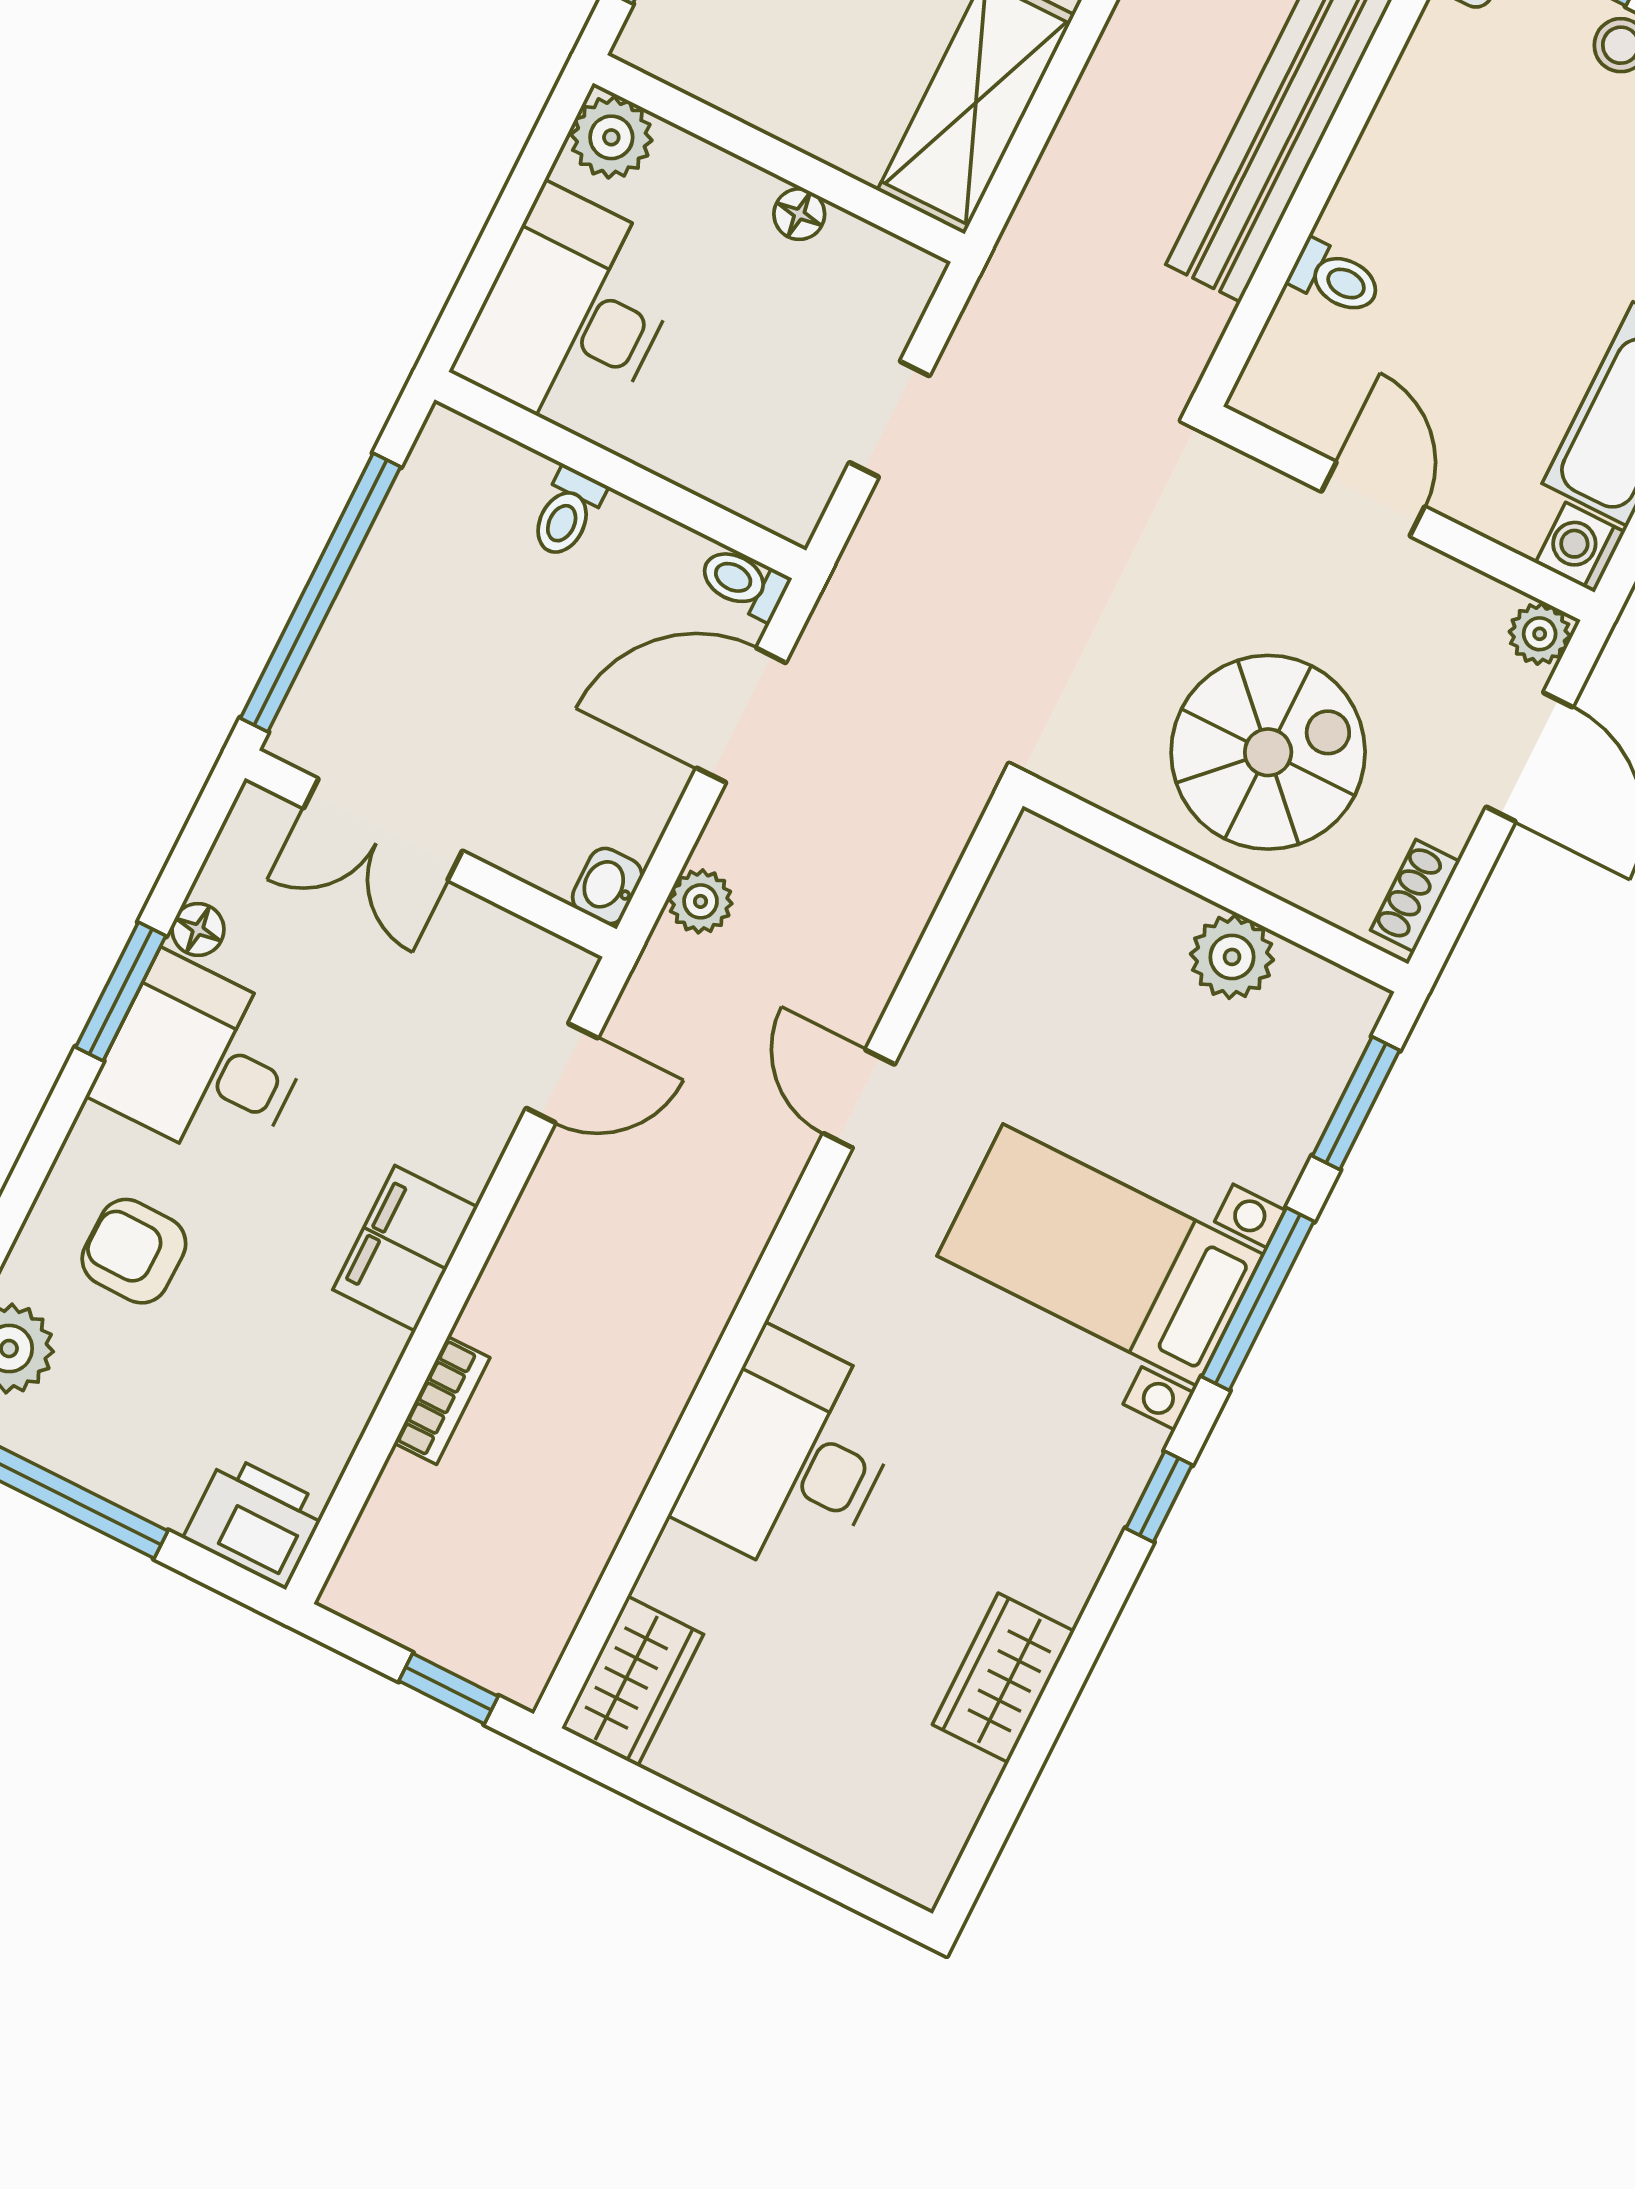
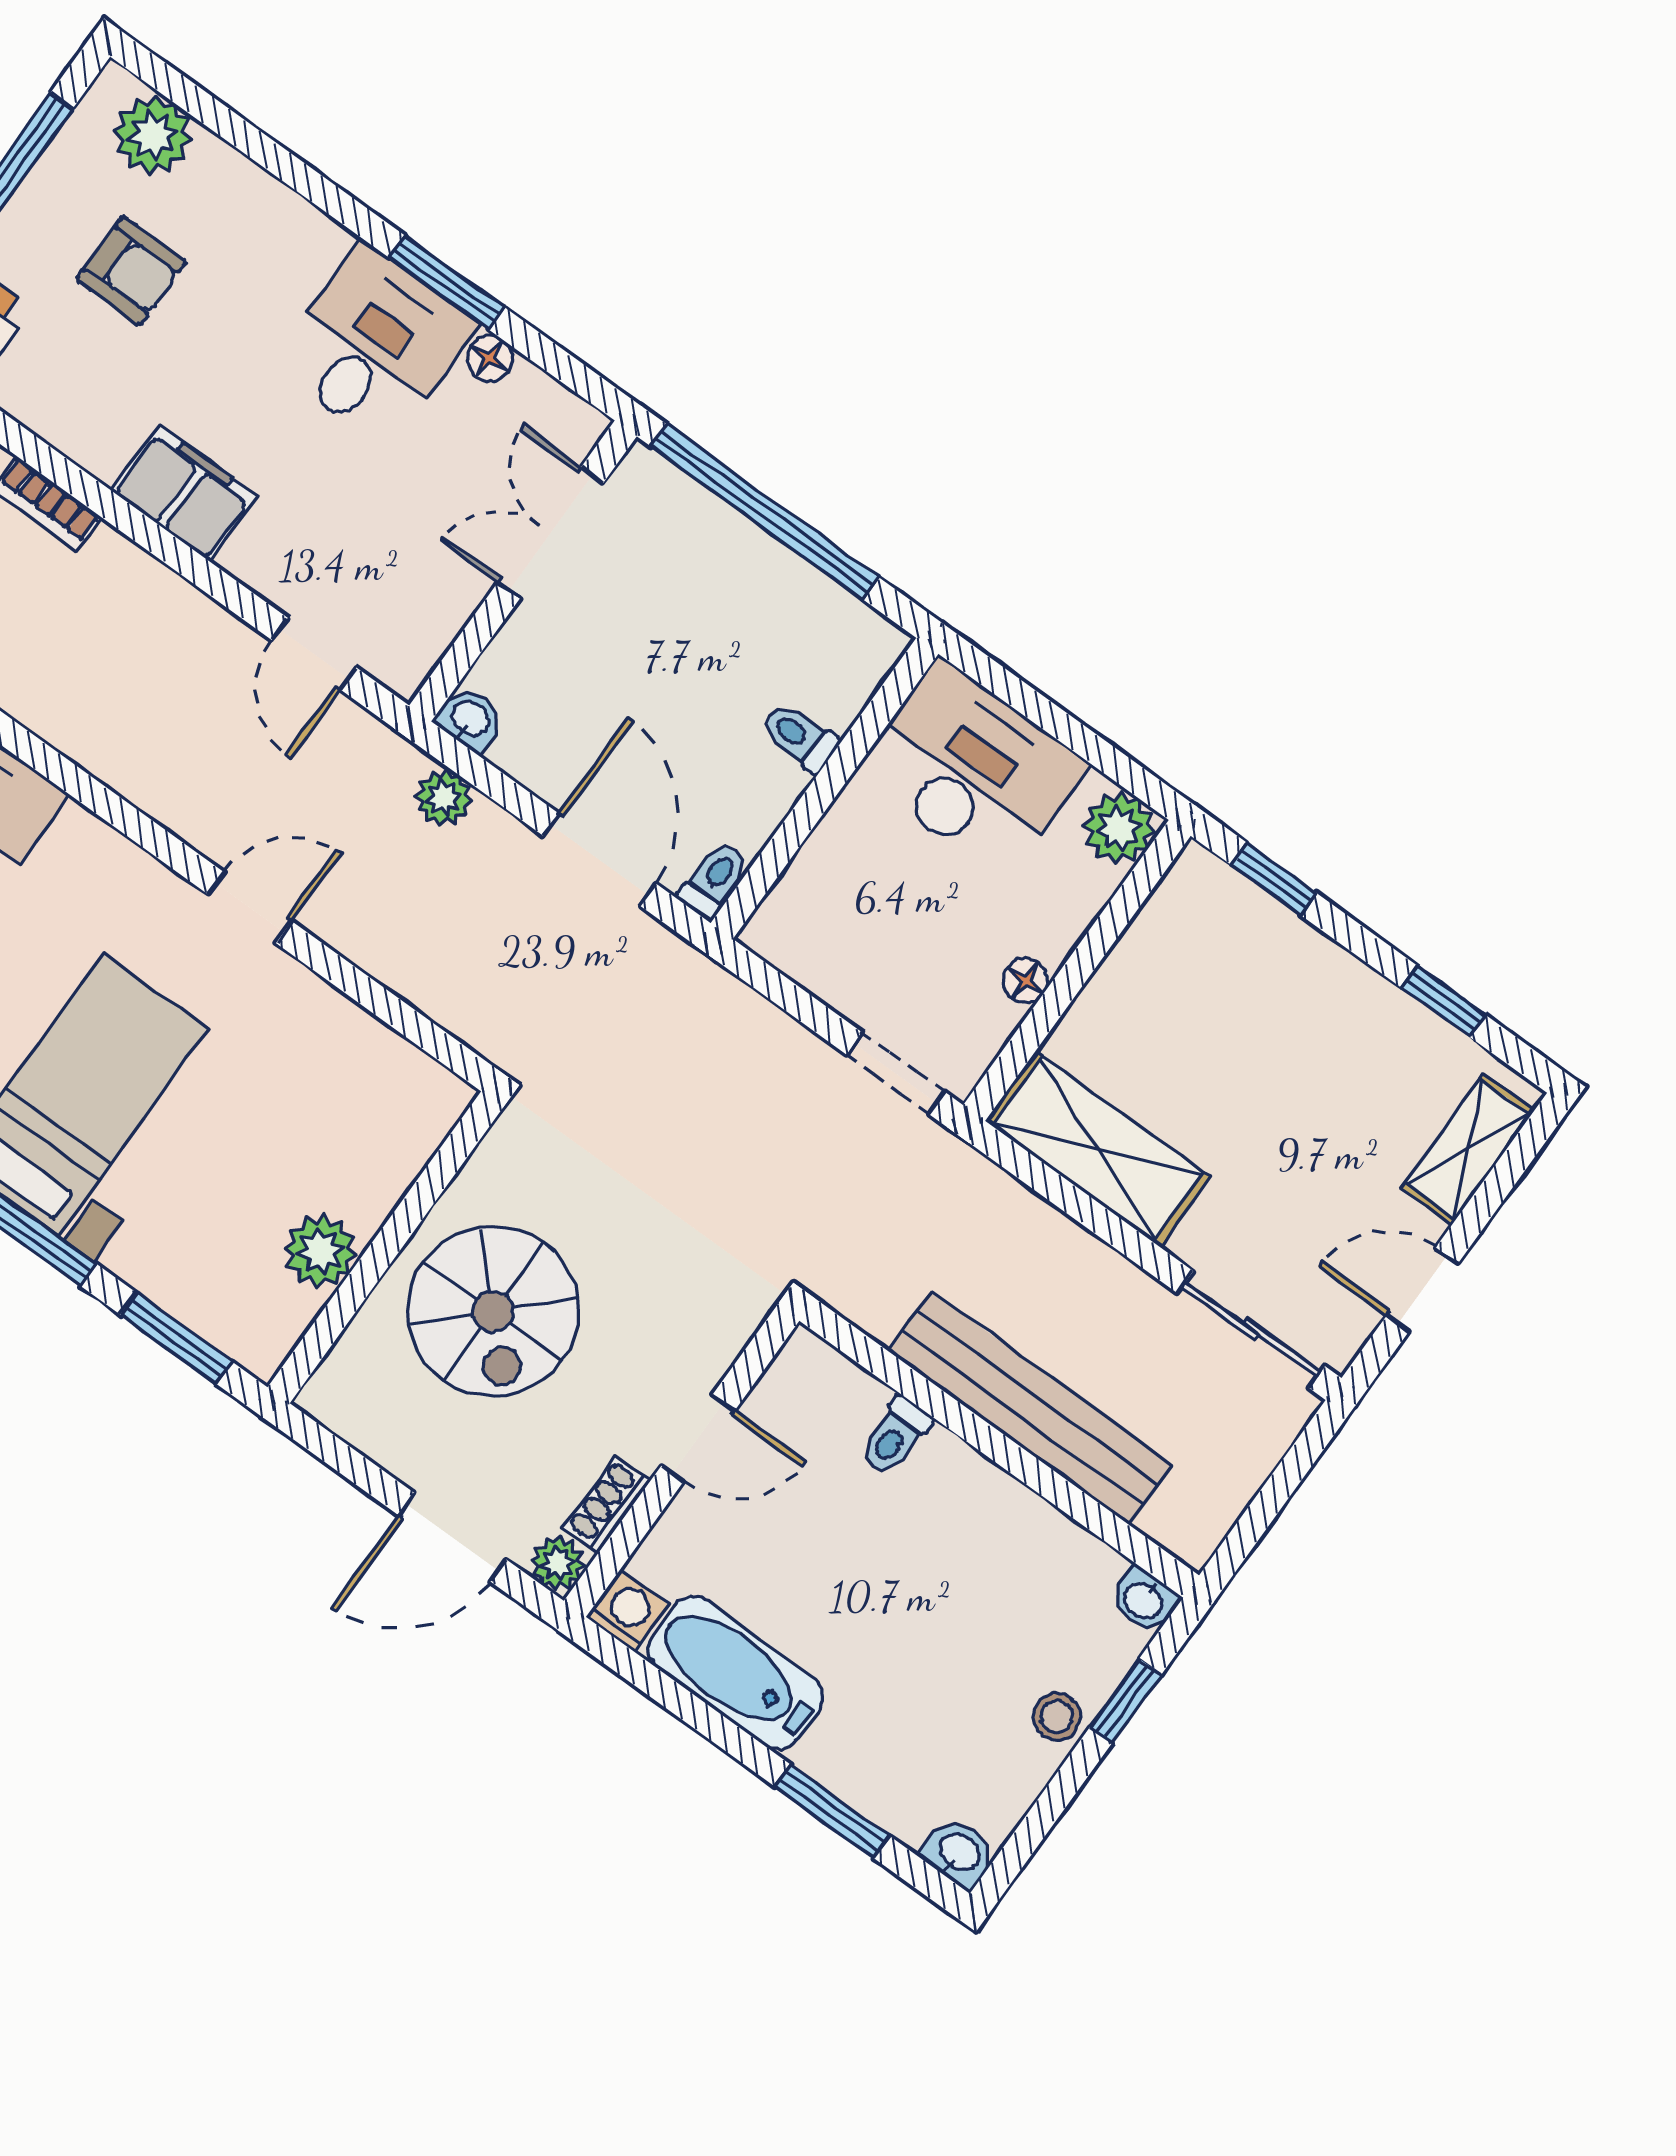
doorway: (889, 419) -> (895, 1073), moved
shoe rack: (1415, 896) -> (607, 1504), moved, turned -90
armchair: (134, 1251) -> (132, 271), moved, turned 89

